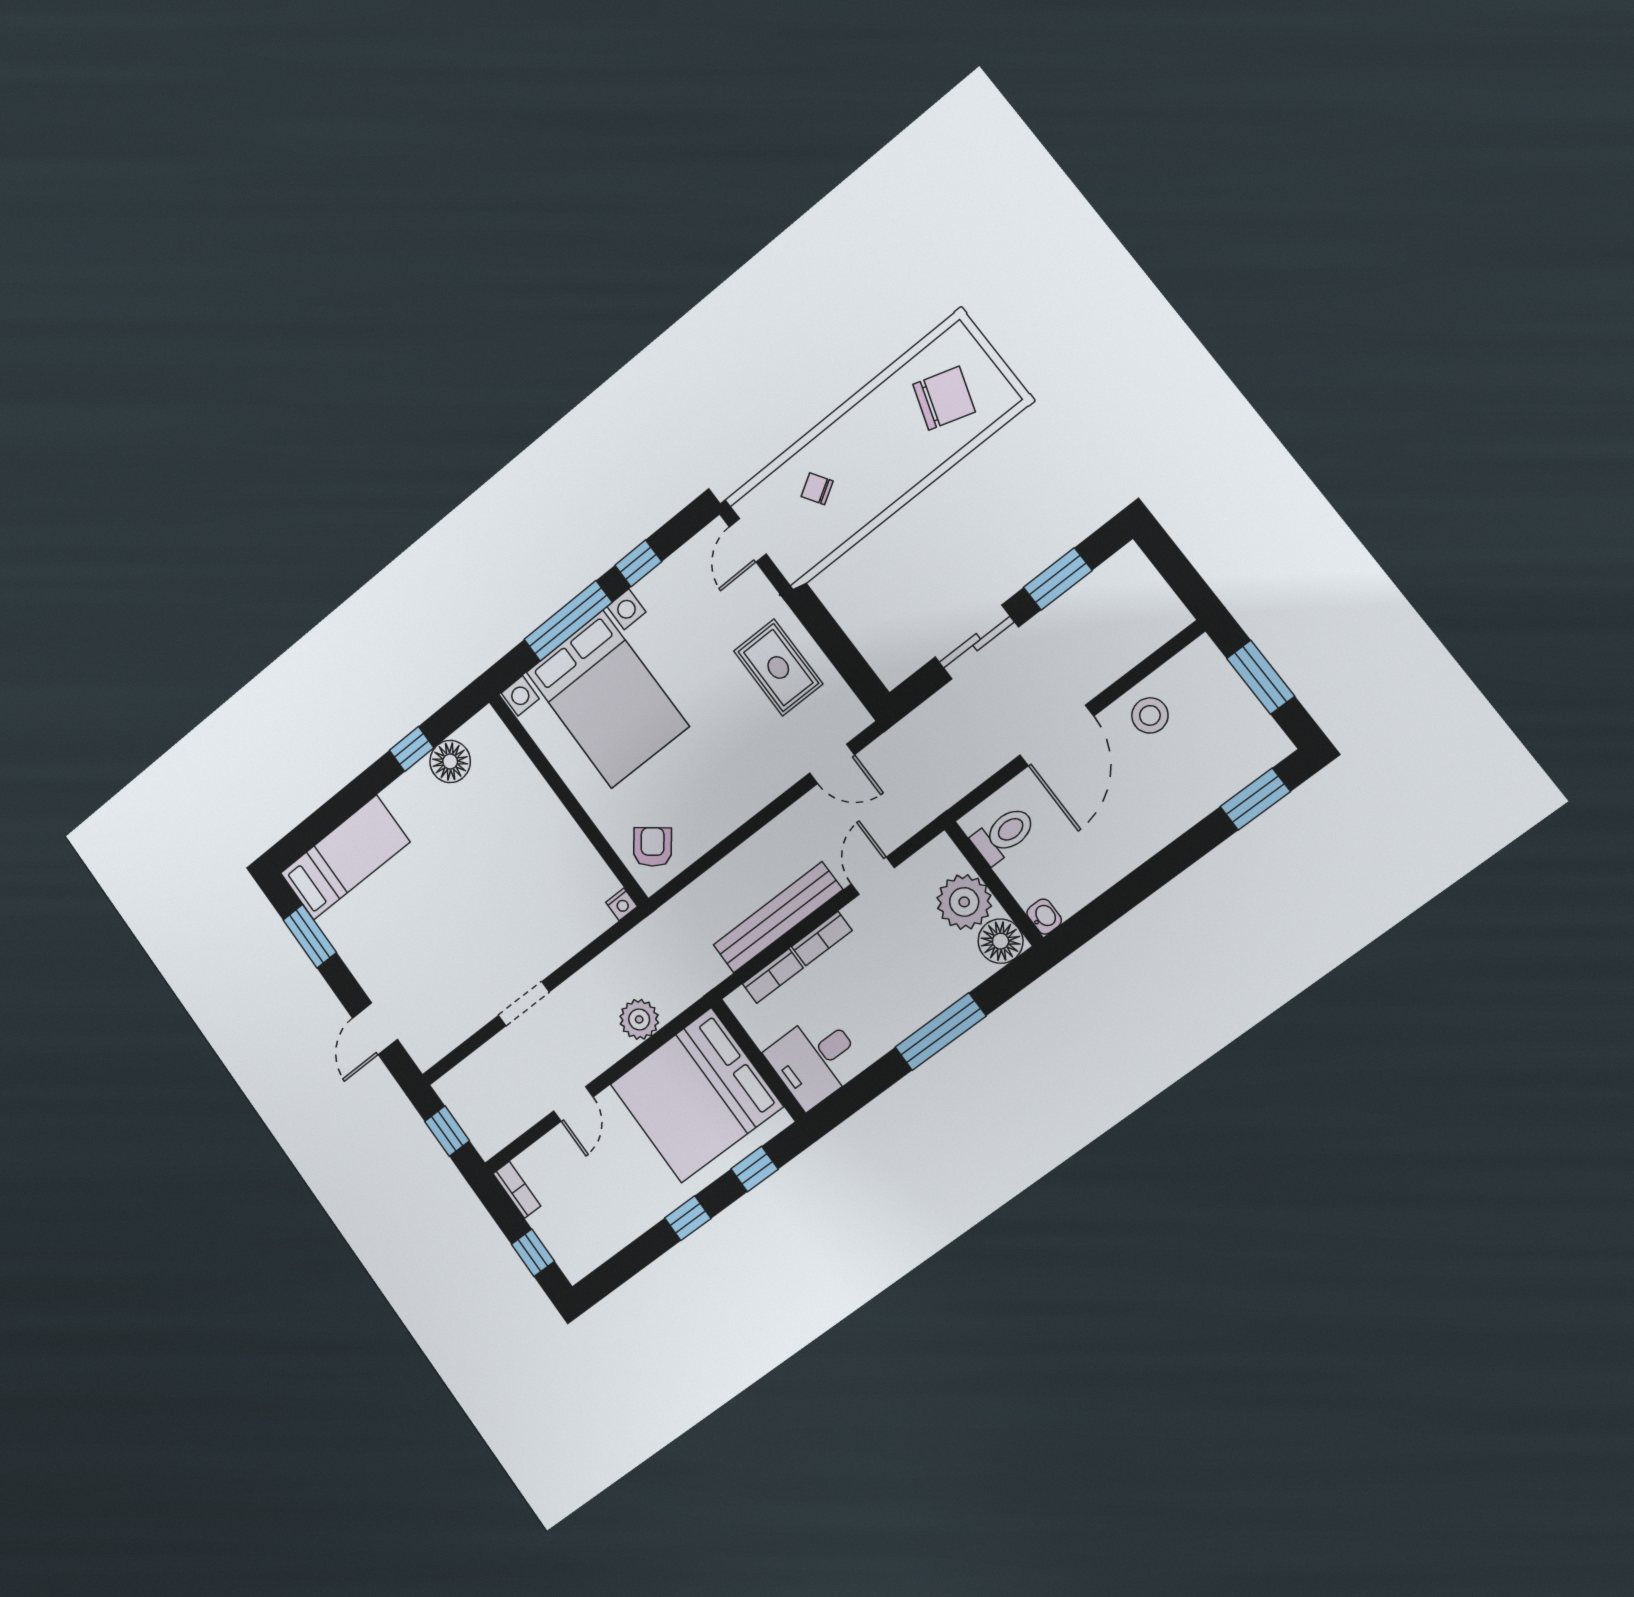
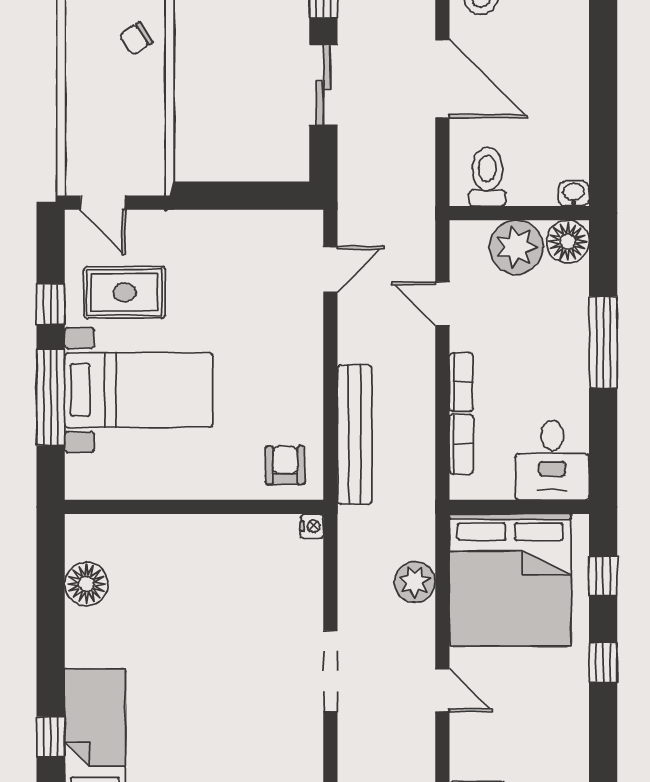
chair: (817, 489) -> (136, 39), moved
rug: (778, 667) -> (124, 292), moved
bed with nightstands: (607, 699) -> (139, 390), width x0.73
window: (412, 749) -> (51, 737), moved
armchair: (652, 847) -> (285, 465), turned 52
bench: (778, 917) -> (355, 435), moved
doorway: (524, 1004) -> (330, 671), width x1.38

